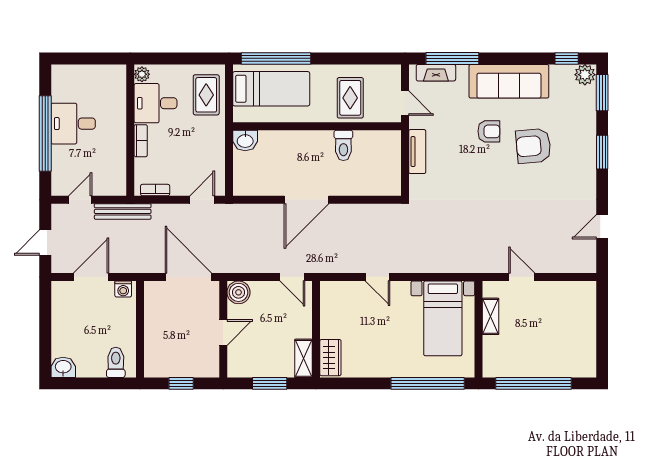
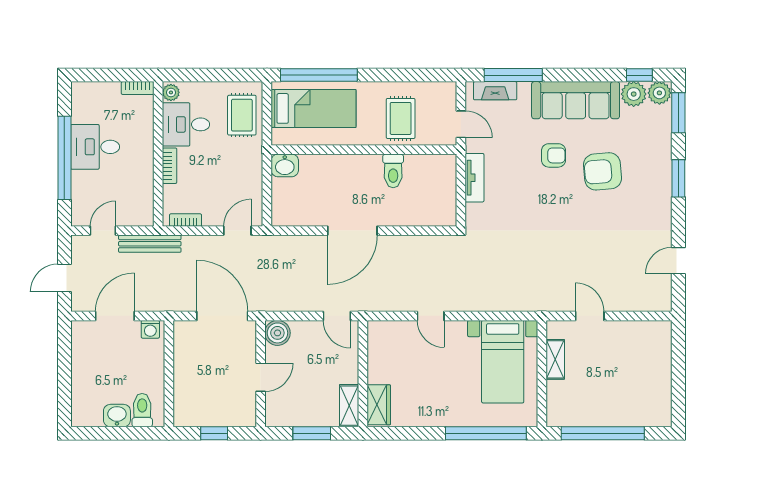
bookcase: (112, 70) -> (138, 88), added
plant: (562, 76) -> (634, 94), added
washbasin: (63, 367) -> (117, 416), moved

